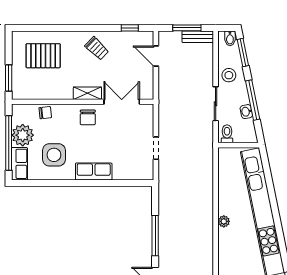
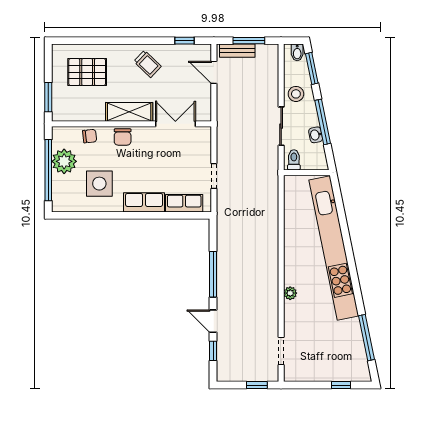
bench: (198, 37) -> (237, 51), moved
shelving: (87, 93) -> (129, 112), width x1.50, depth x1.33
chair: (88, 117) -> (123, 137), moved
row of seats: (19, 164) -> (184, 203), moved, turned -90
plant: (224, 221) -> (290, 293), moved

